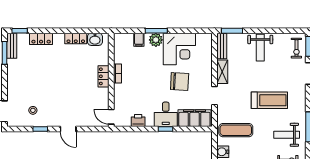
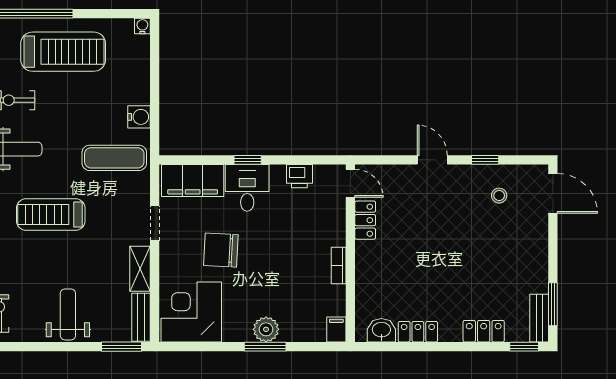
filing cabinet: (139, 40) -> (336, 330), moved
corner desk: (179, 49) -> (191, 312), moved
locker: (104, 76) -> (365, 220), moved

